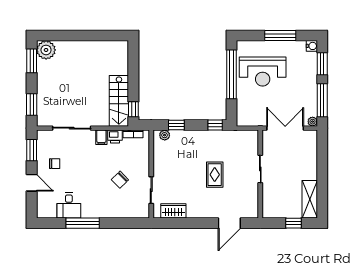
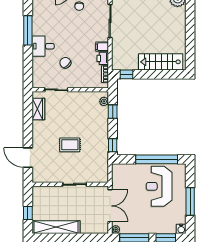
stairs: (119, 101) -> (161, 62), moved
shelving: (310, 199) -> (56, 227), width x1.47
desk: (69, 206) -> (43, 46), moved

